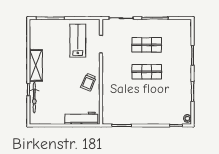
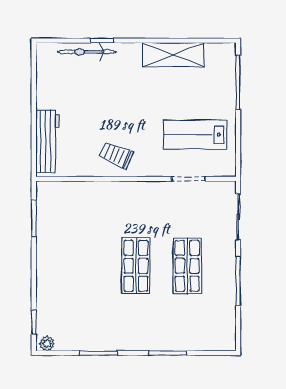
lab bench: (78, 41) -> (195, 135), turned 180
shelving: (36, 65) -> (173, 55), moved

